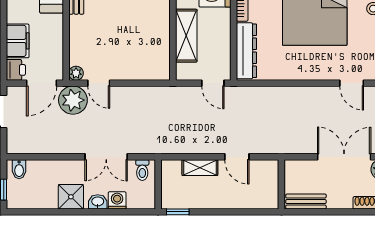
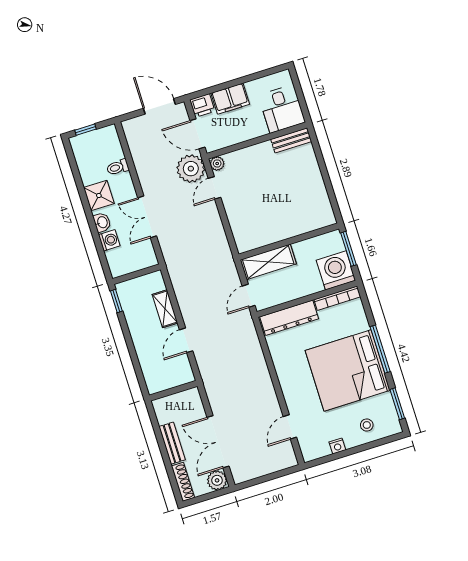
shelving: (186, 36) -> (268, 262), moved
double door: (344, 157) -> (218, 442), swing flipped
bidet: (19, 169) -> (109, 138), removed
toilet: (142, 170) -> (118, 167), moved
bench: (306, 202) -> (172, 443), moved

